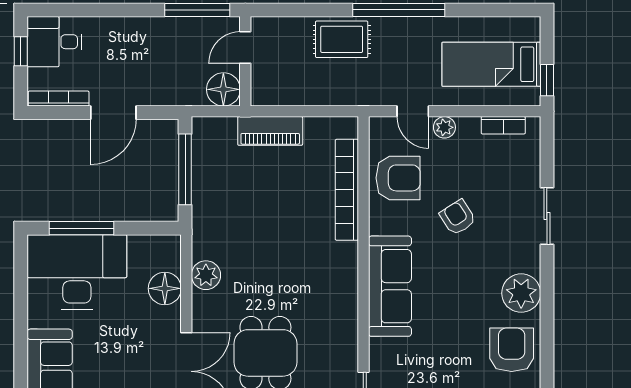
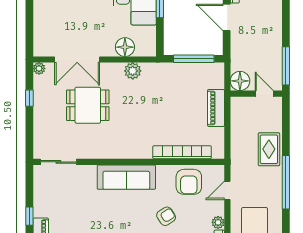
plant: (444, 127) -> (218, 222), moved

